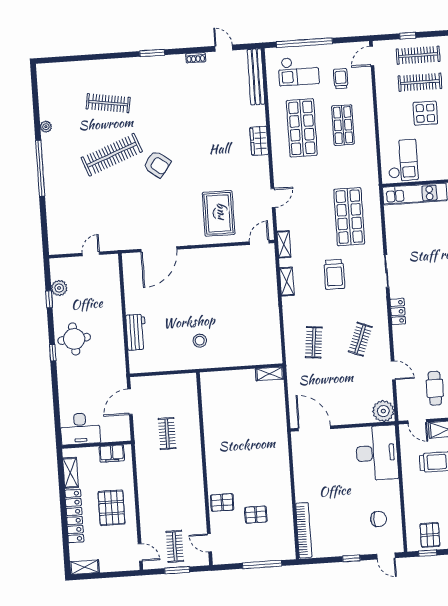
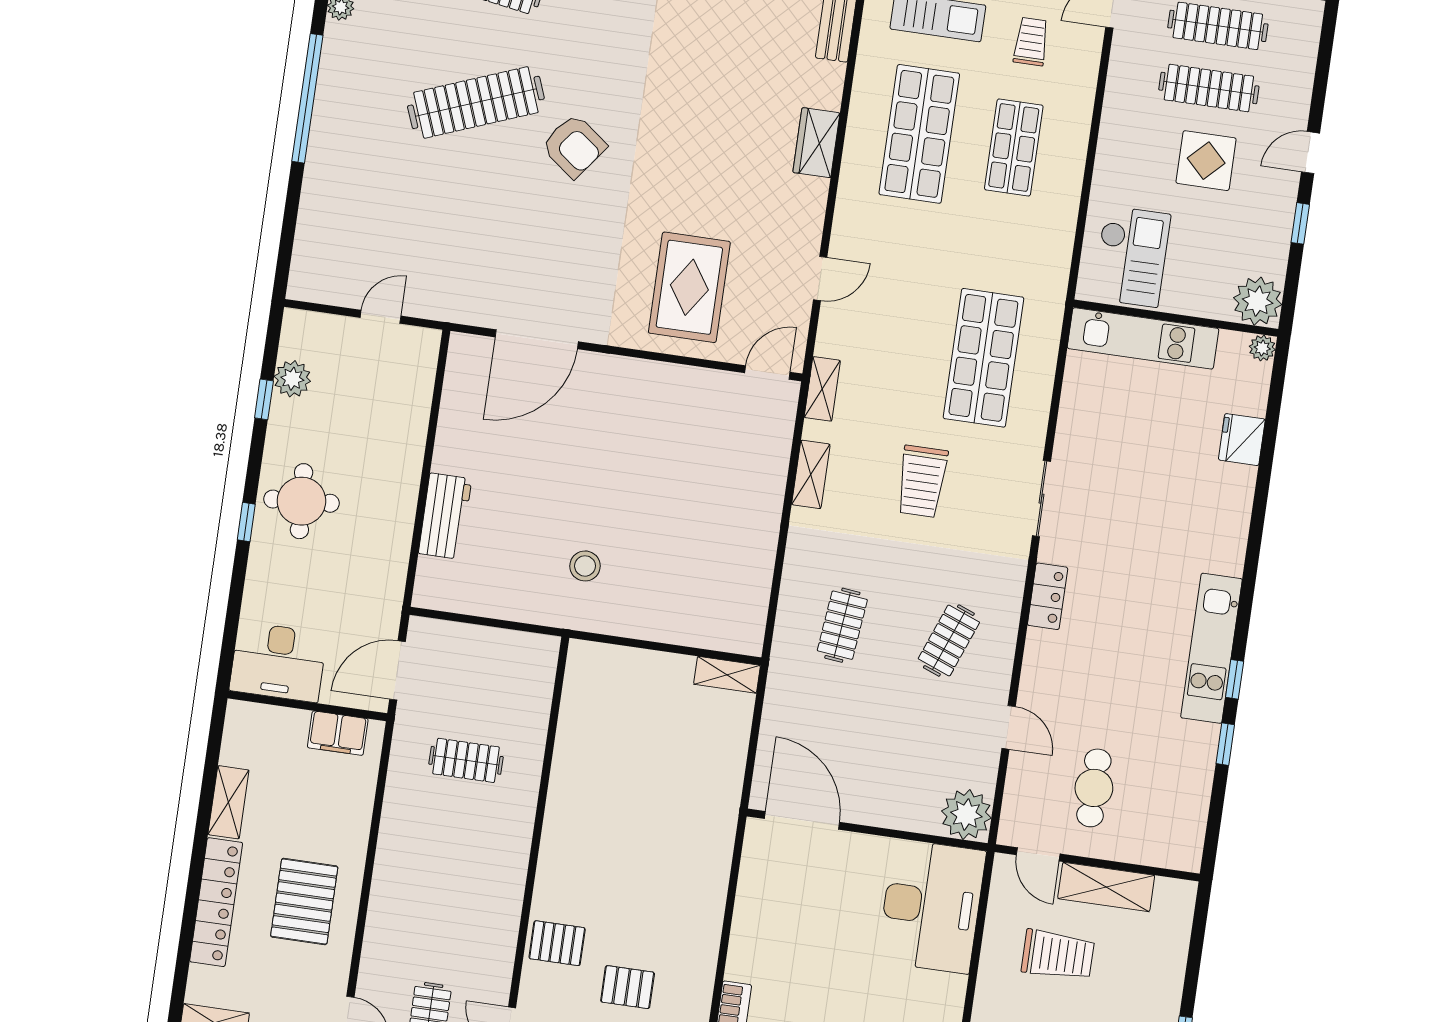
desk: (80, 429) -> (278, 662), moved
clothes rail: (167, 434) -> (466, 760), turned 90
wall: (96, 445) -> (307, 706), moved
filing cabinet: (112, 454) -> (338, 733), moved

